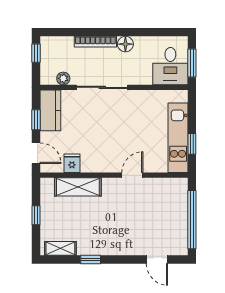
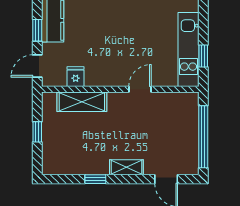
door: (36, 153) -> (37, 66), swing flipped
shelving: (60, 248) -> (126, 167), moved

